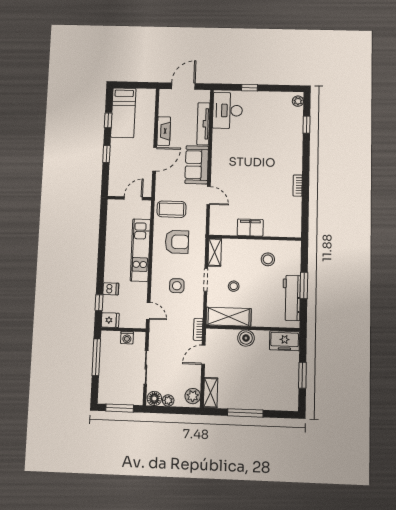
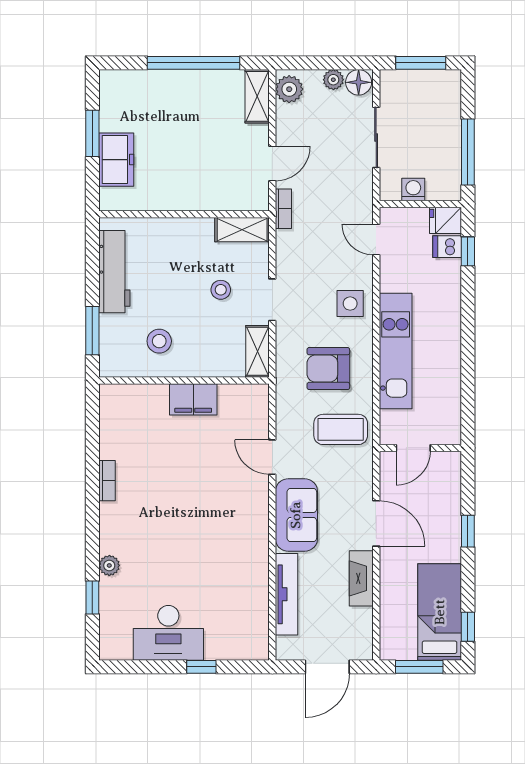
window: (135, 85) -> (419, 667), added
plant: (298, 101) -> (109, 565), moved
desk: (228, 111) -> (168, 633), moved, turned 90
window: (108, 120) -> (468, 627), moved
door: (155, 159) -> (376, 523), swing flipped
window: (304, 285) -> (92, 331), moved
side table: (177, 286) -> (350, 304), moved
dishwasher: (111, 289) -> (447, 247), moved
shelving: (229, 317) -> (242, 230), width x0.67, depth x0.75
boiler: (246, 338) -> (196, 196), removed
freezer: (285, 341) -> (116, 160), moved, turned 90
window: (245, 413) -> (194, 63), width x1.46

